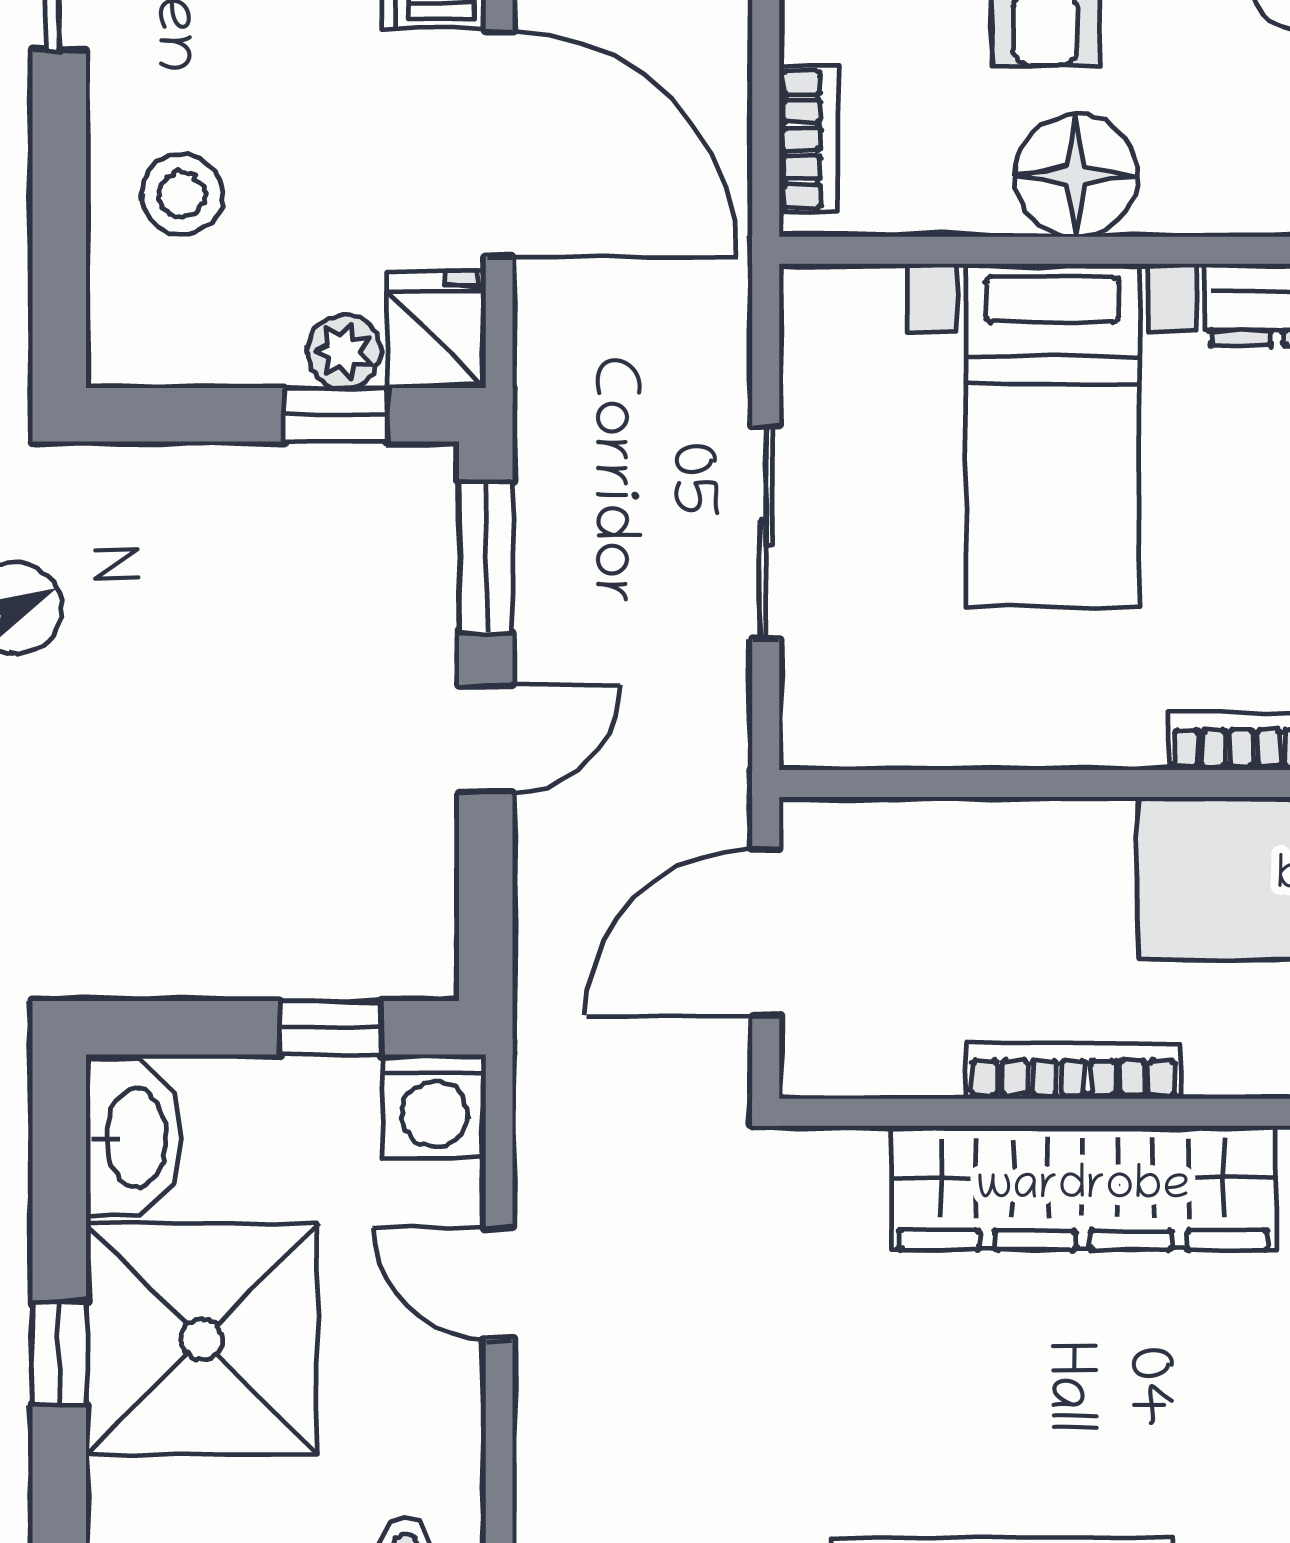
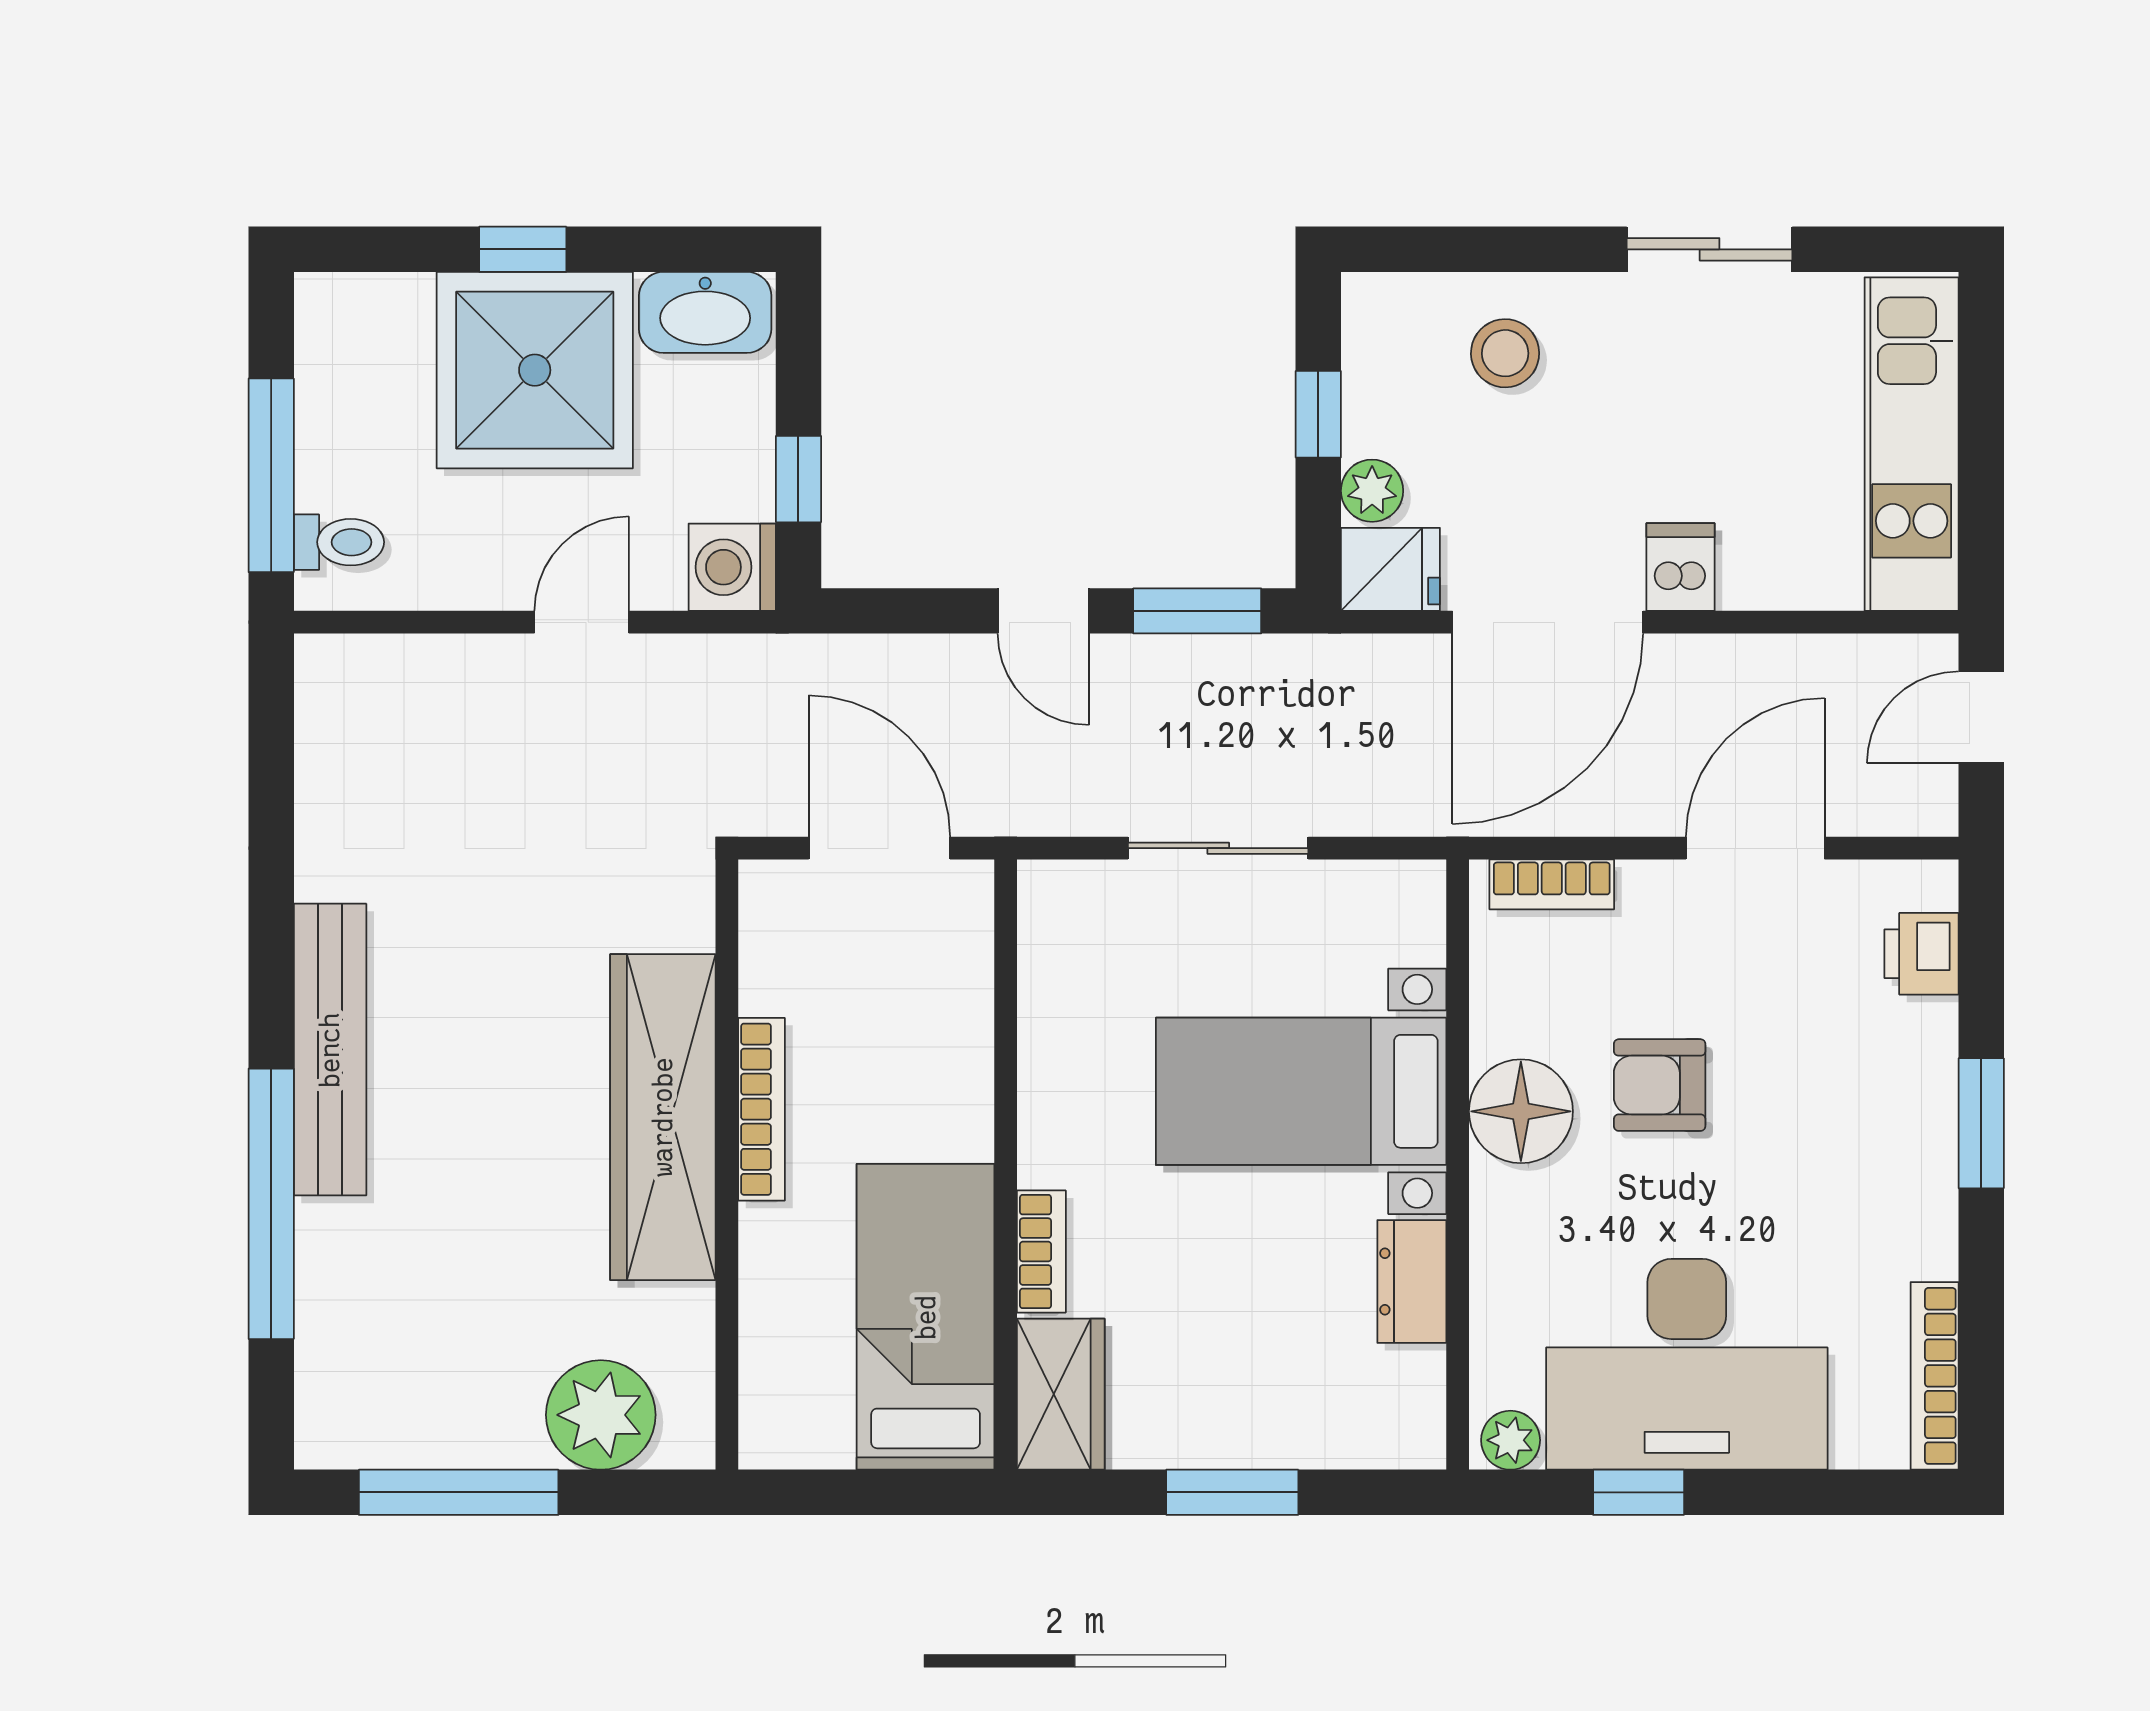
window: (336, 415) -> (1318, 414), moved

